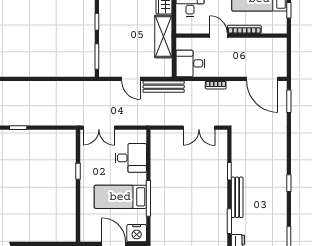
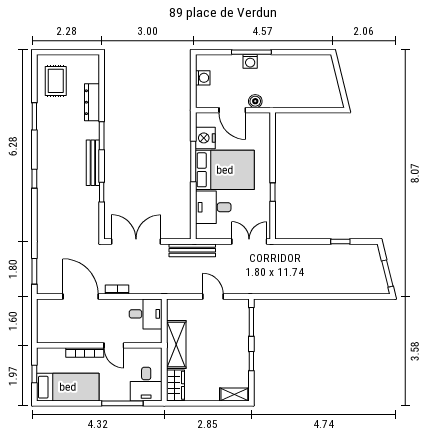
door: (262, 79) -> (81, 297), moved
bench: (164, 87) -> (192, 250), moved
double door: (199, 128) -> (136, 242), width x1.37
bed: (120, 197) -> (225, 170), width x1.50
nightstand: (137, 233) -> (205, 138), moved, turned -90

